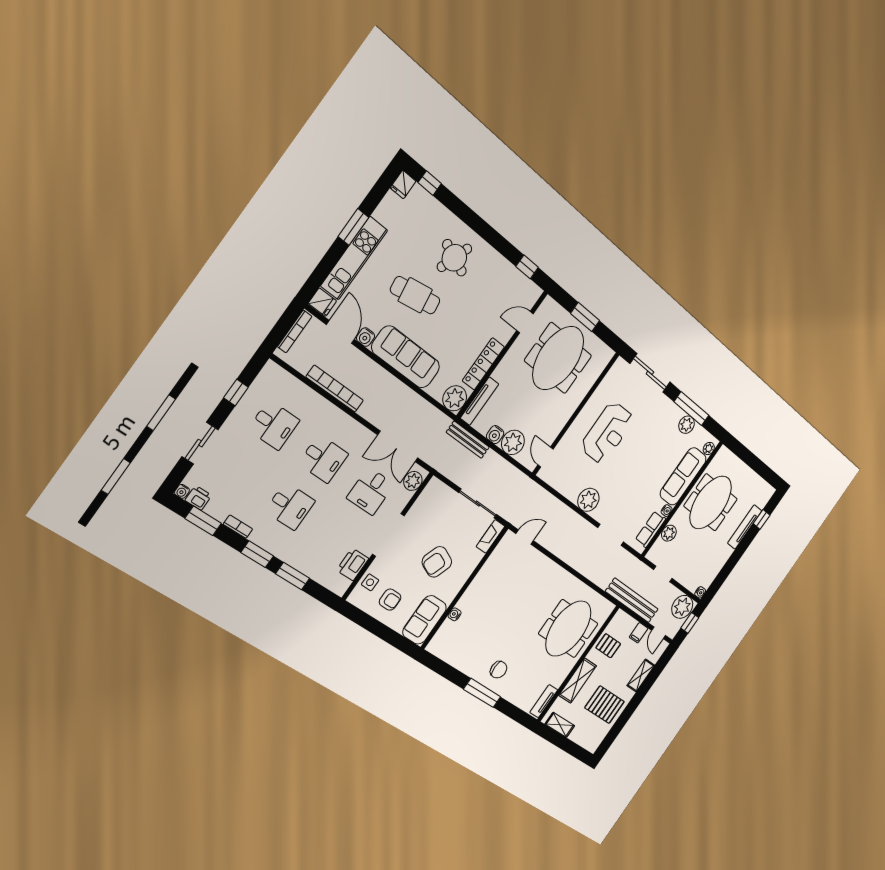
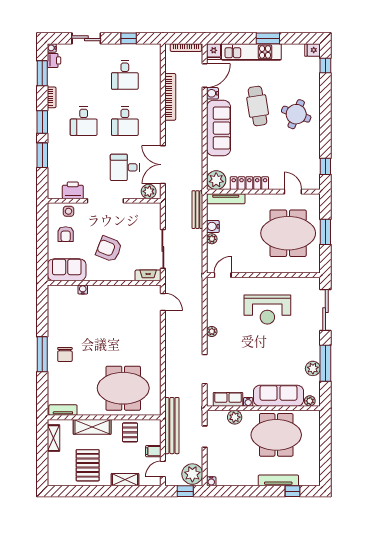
plant: (513, 442) -> (212, 239), width x0.53, depth x0.53
plant: (588, 500) -> (212, 331), width x0.53, depth x0.53

